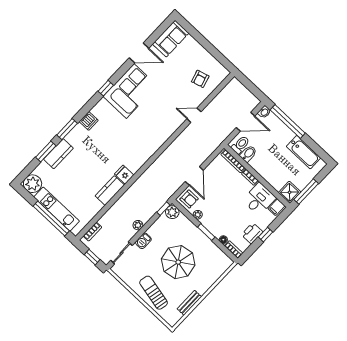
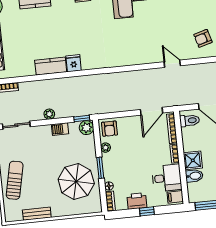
bidet: (248, 154) -> (194, 176), moved
door: (194, 176) -> (152, 111), moved
shower: (290, 192) -> (193, 160), moved
barbecue: (143, 241) -> (60, 129), moved
parasol: (178, 262) -> (76, 181), moved

